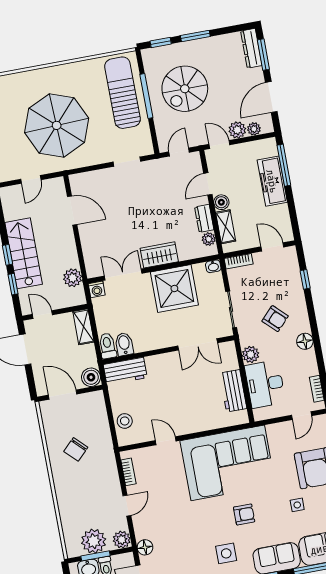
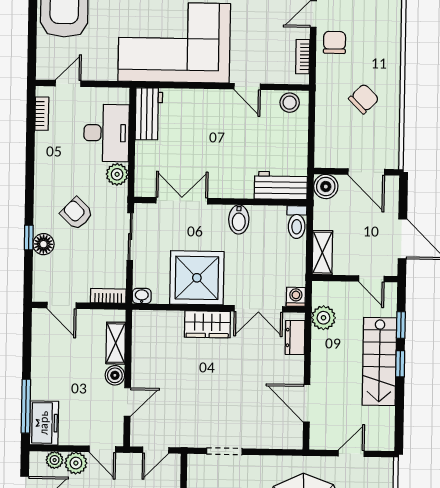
freezer: (272, 181) -> (44, 423), moved, width x0.71
dresser: (204, 218) -> (295, 338), moved, turned 180
plant: (209, 239) -> (140, 332), removed
window: (305, 279) -> (29, 238), moved
floor lamp: (305, 341) -> (43, 244), moved
bidet: (124, 344) -> (239, 219), moved
workbench: (233, 391) -> (149, 114), moved
stool: (125, 421) -> (290, 103), moved
chair: (107, 487) -> (335, 42), added

